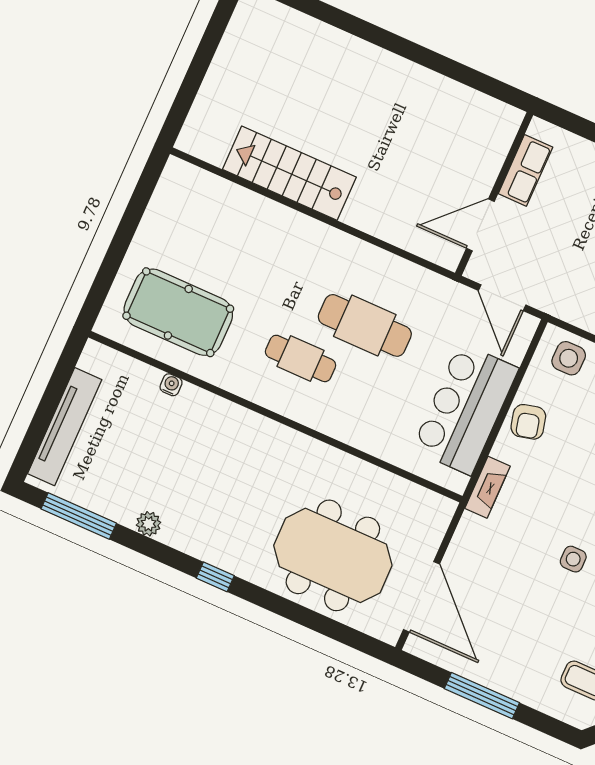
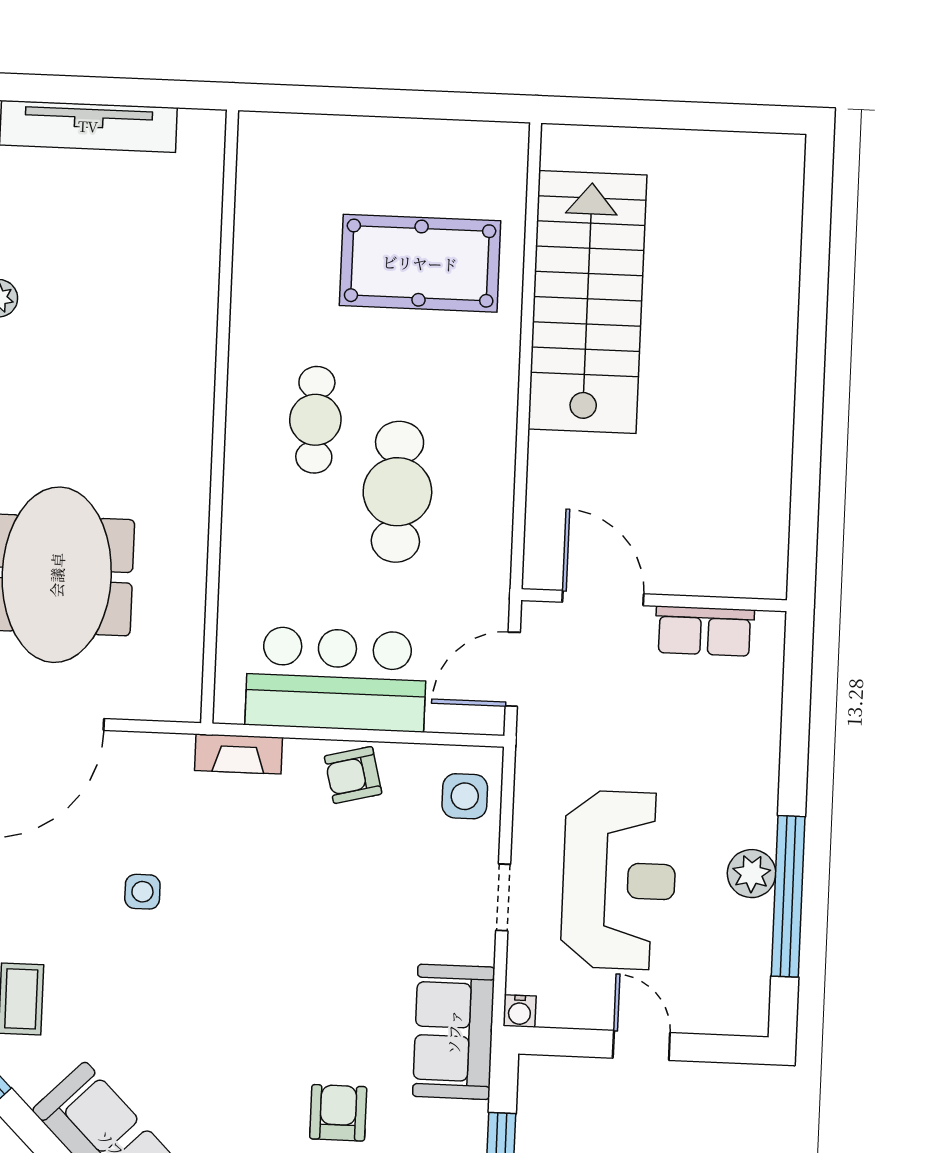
stairs: (289, 173) -> (587, 302), width x1.36, depth x1.51
pool table: (178, 312) -> (420, 263), moved, turned 90
water cooler: (171, 385) -> (206, 253), removed
side table: (573, 559) -> (142, 892), moved

